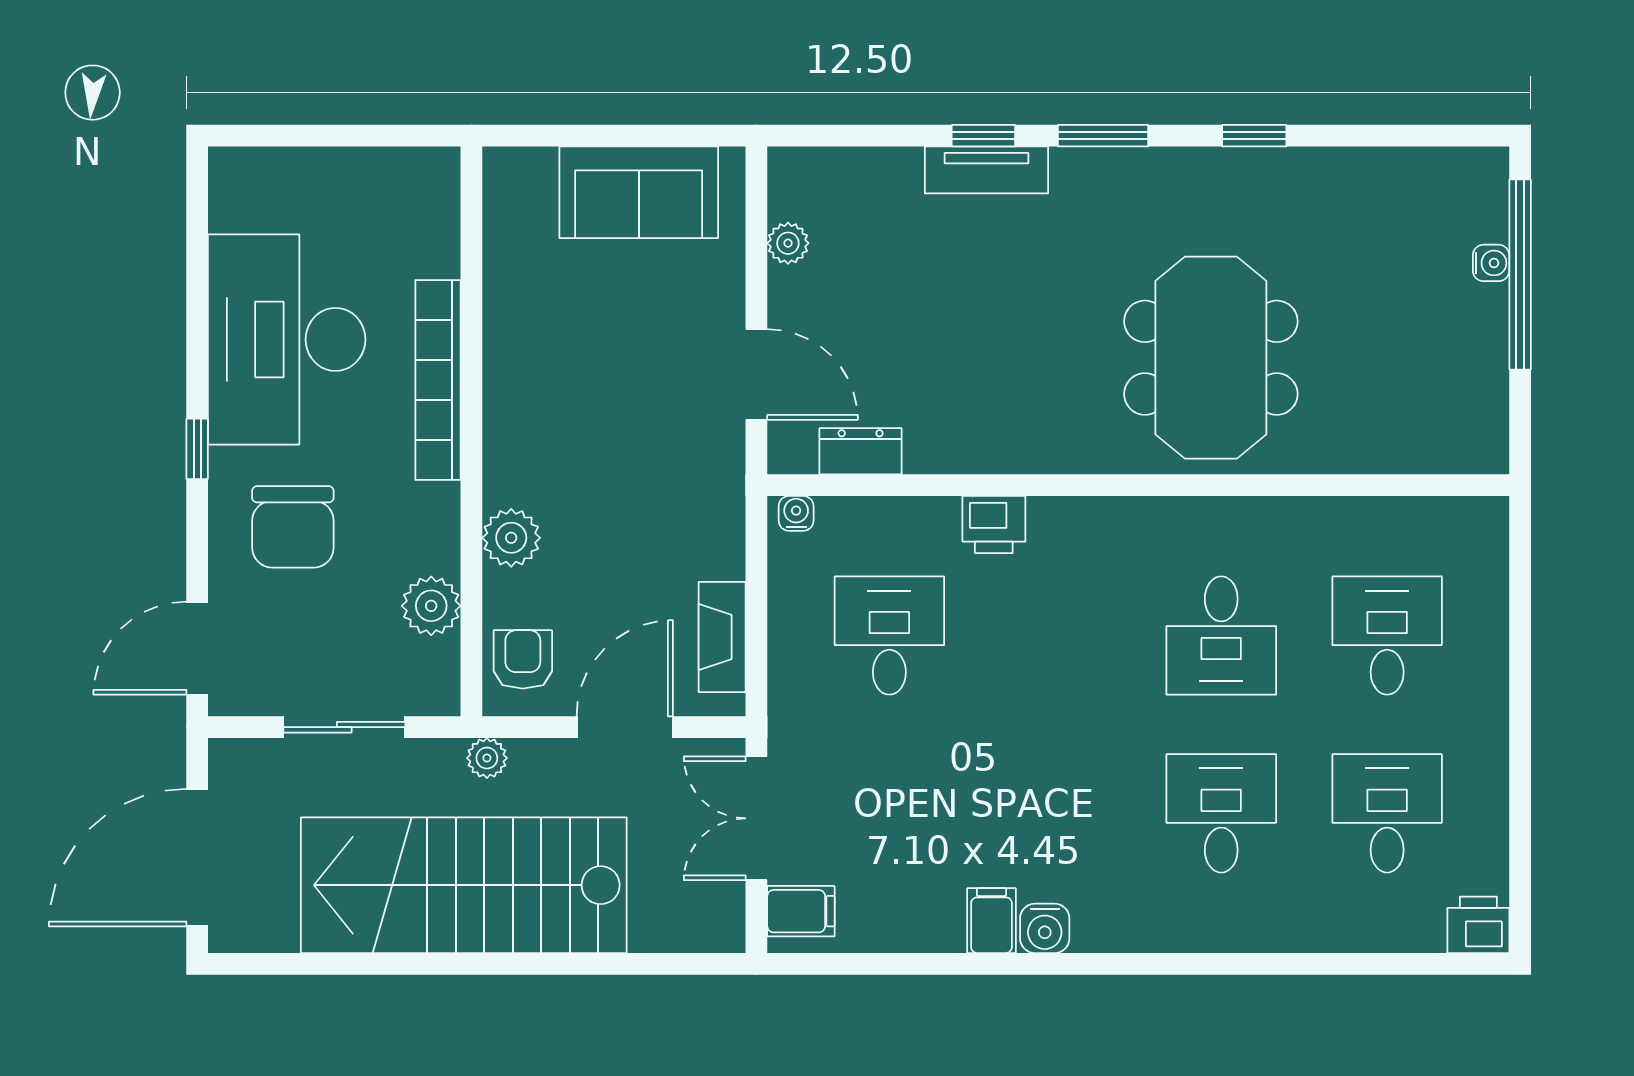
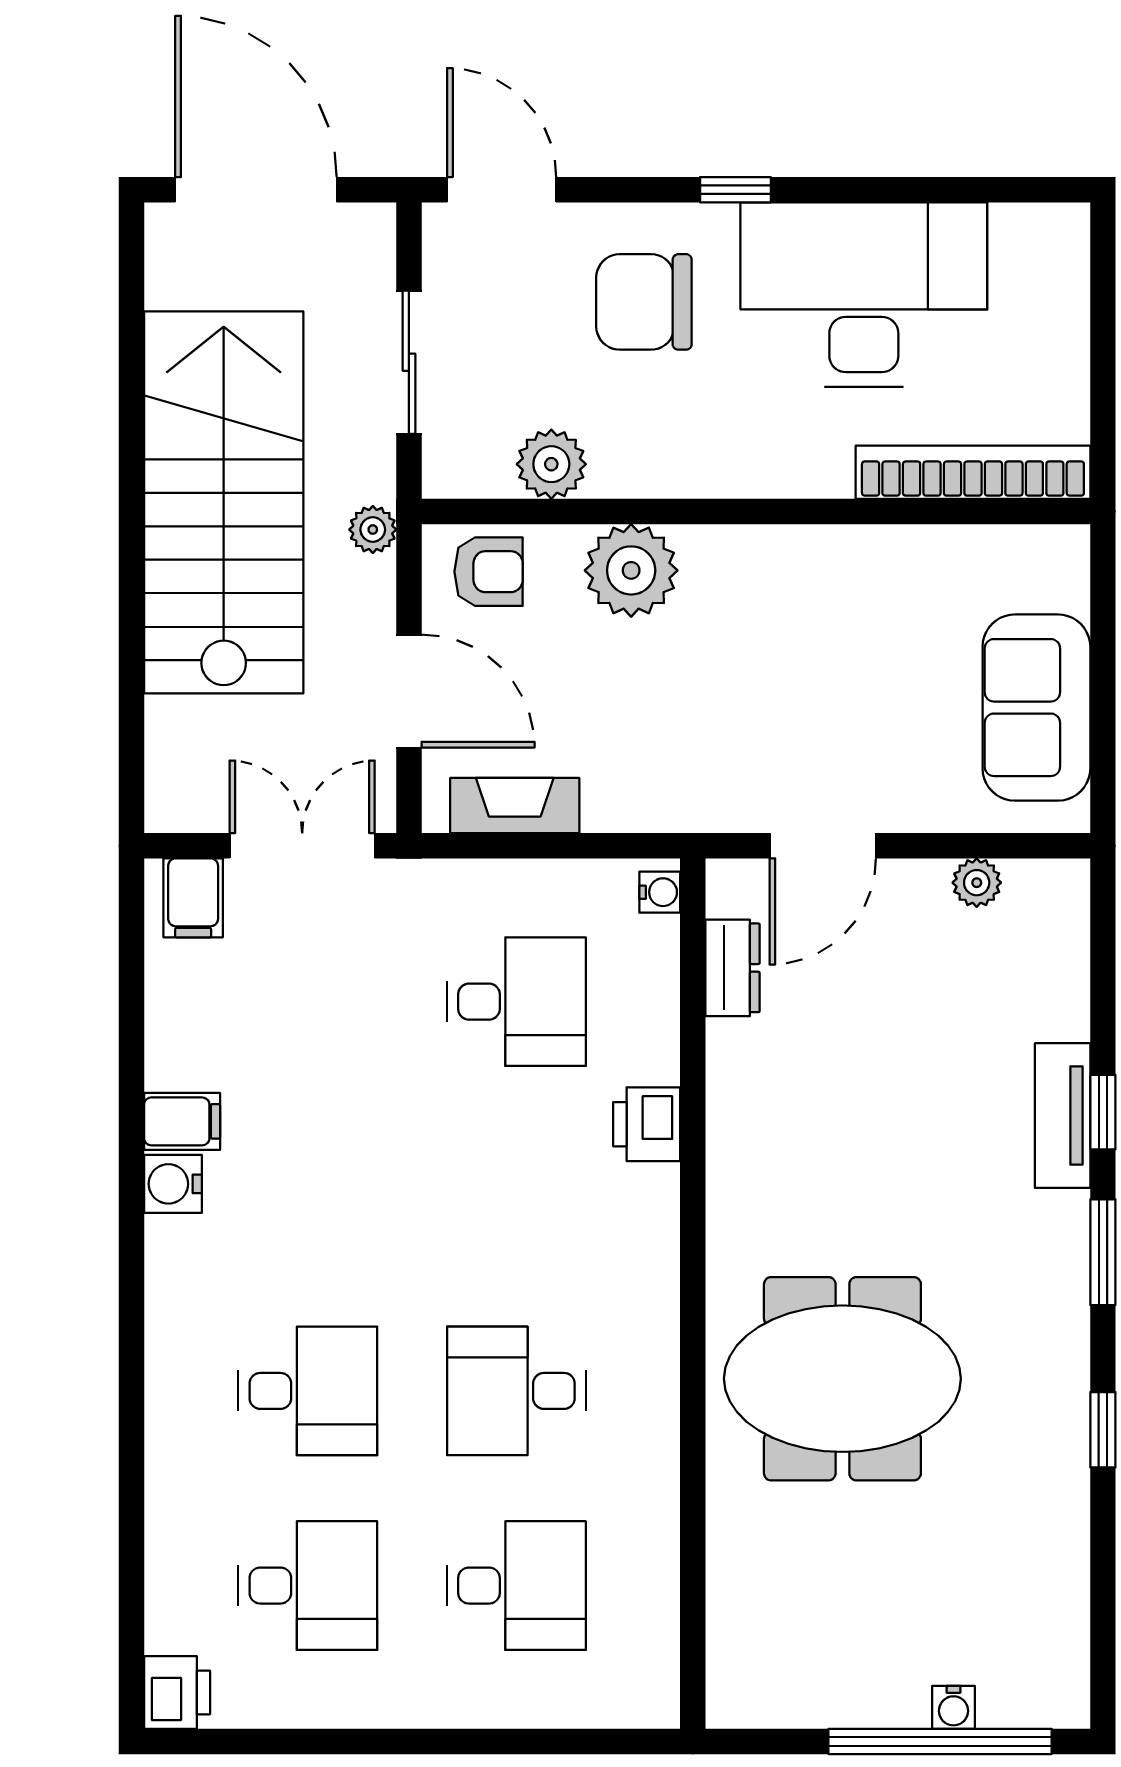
bookcase: (438, 380) -> (973, 472), moved
plant: (511, 538) -> (631, 570), width x1.36, depth x1.36

